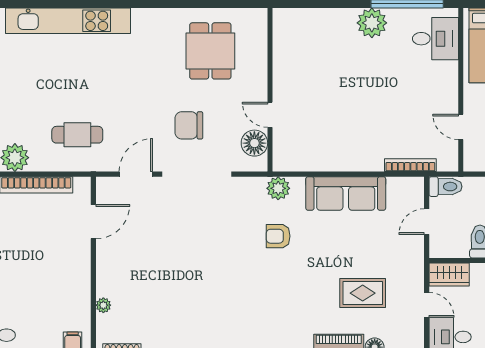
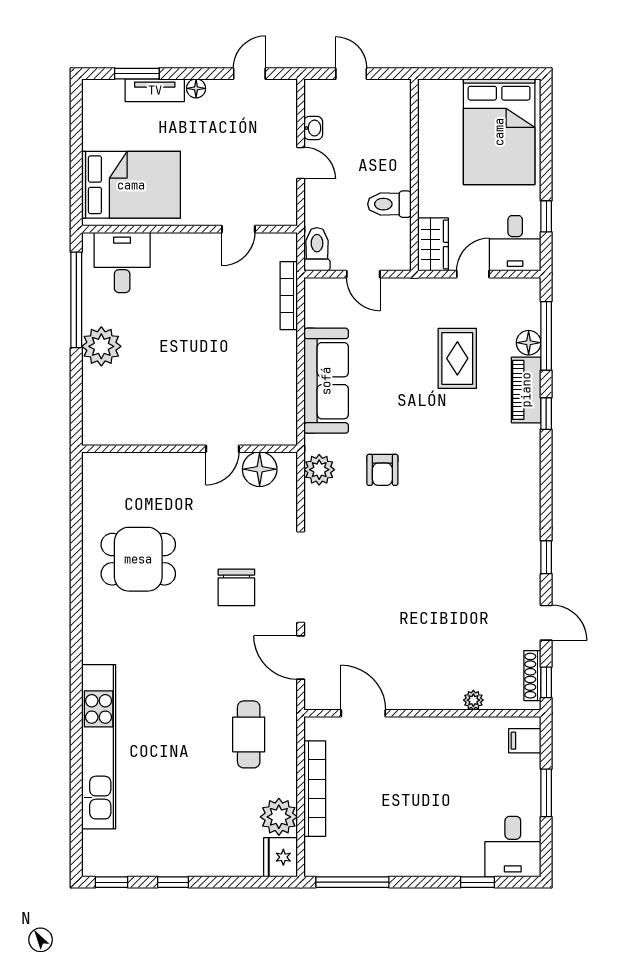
wall: (270, 90) -> (190, 449), moved
door: (270, 115) -> (222, 449), moved
floor lamp: (254, 143) -> (260, 469), moved

